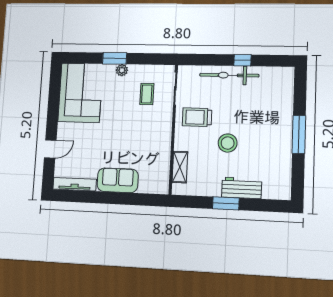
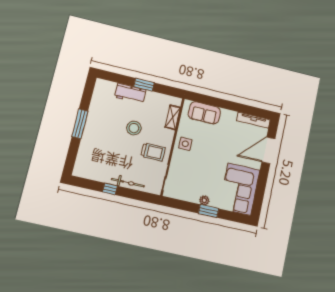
bicycle: (229, 75) -> (128, 183), width x0.73, depth x0.71
coffee table: (147, 94) -> (188, 178), removed
side table: (158, 136) -> (185, 144), added
door: (50, 149) -> (268, 150), width x1.88
sofa: (118, 180) -> (204, 113), moved

